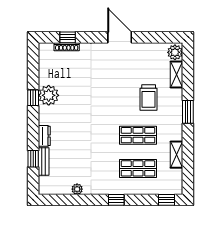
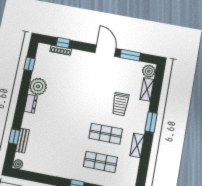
window: (150, 37) -> (130, 55), added
window: (33, 98) -> (30, 64), moved
dresser: (44, 136) -> (31, 104), moved
shelving: (176, 155) -> (137, 145), moved
plant: (77, 189) -> (18, 164), moved

